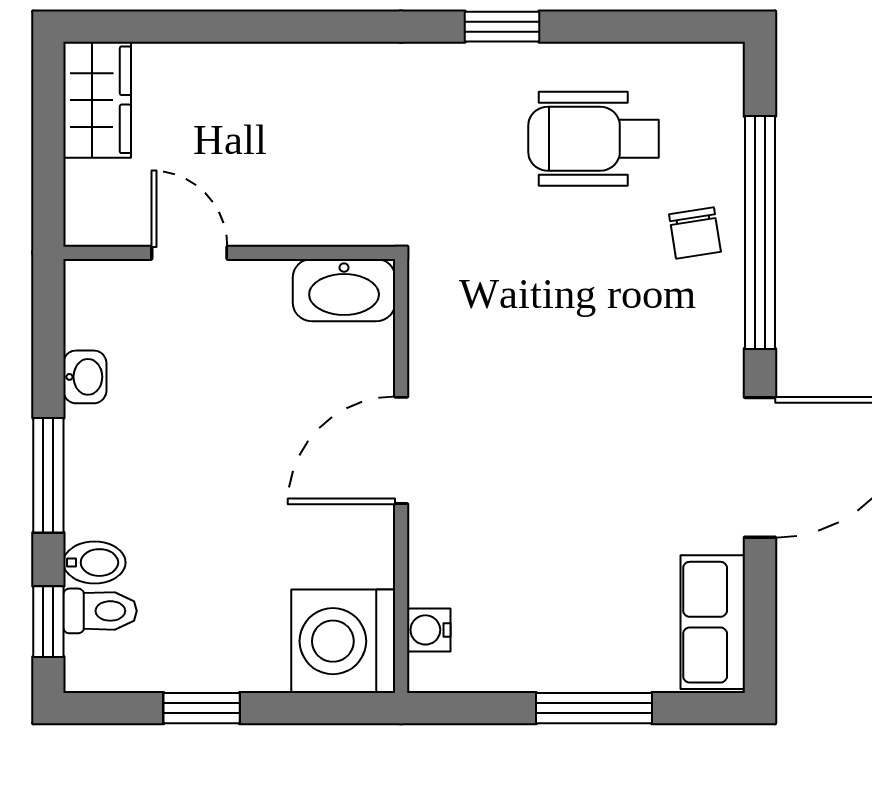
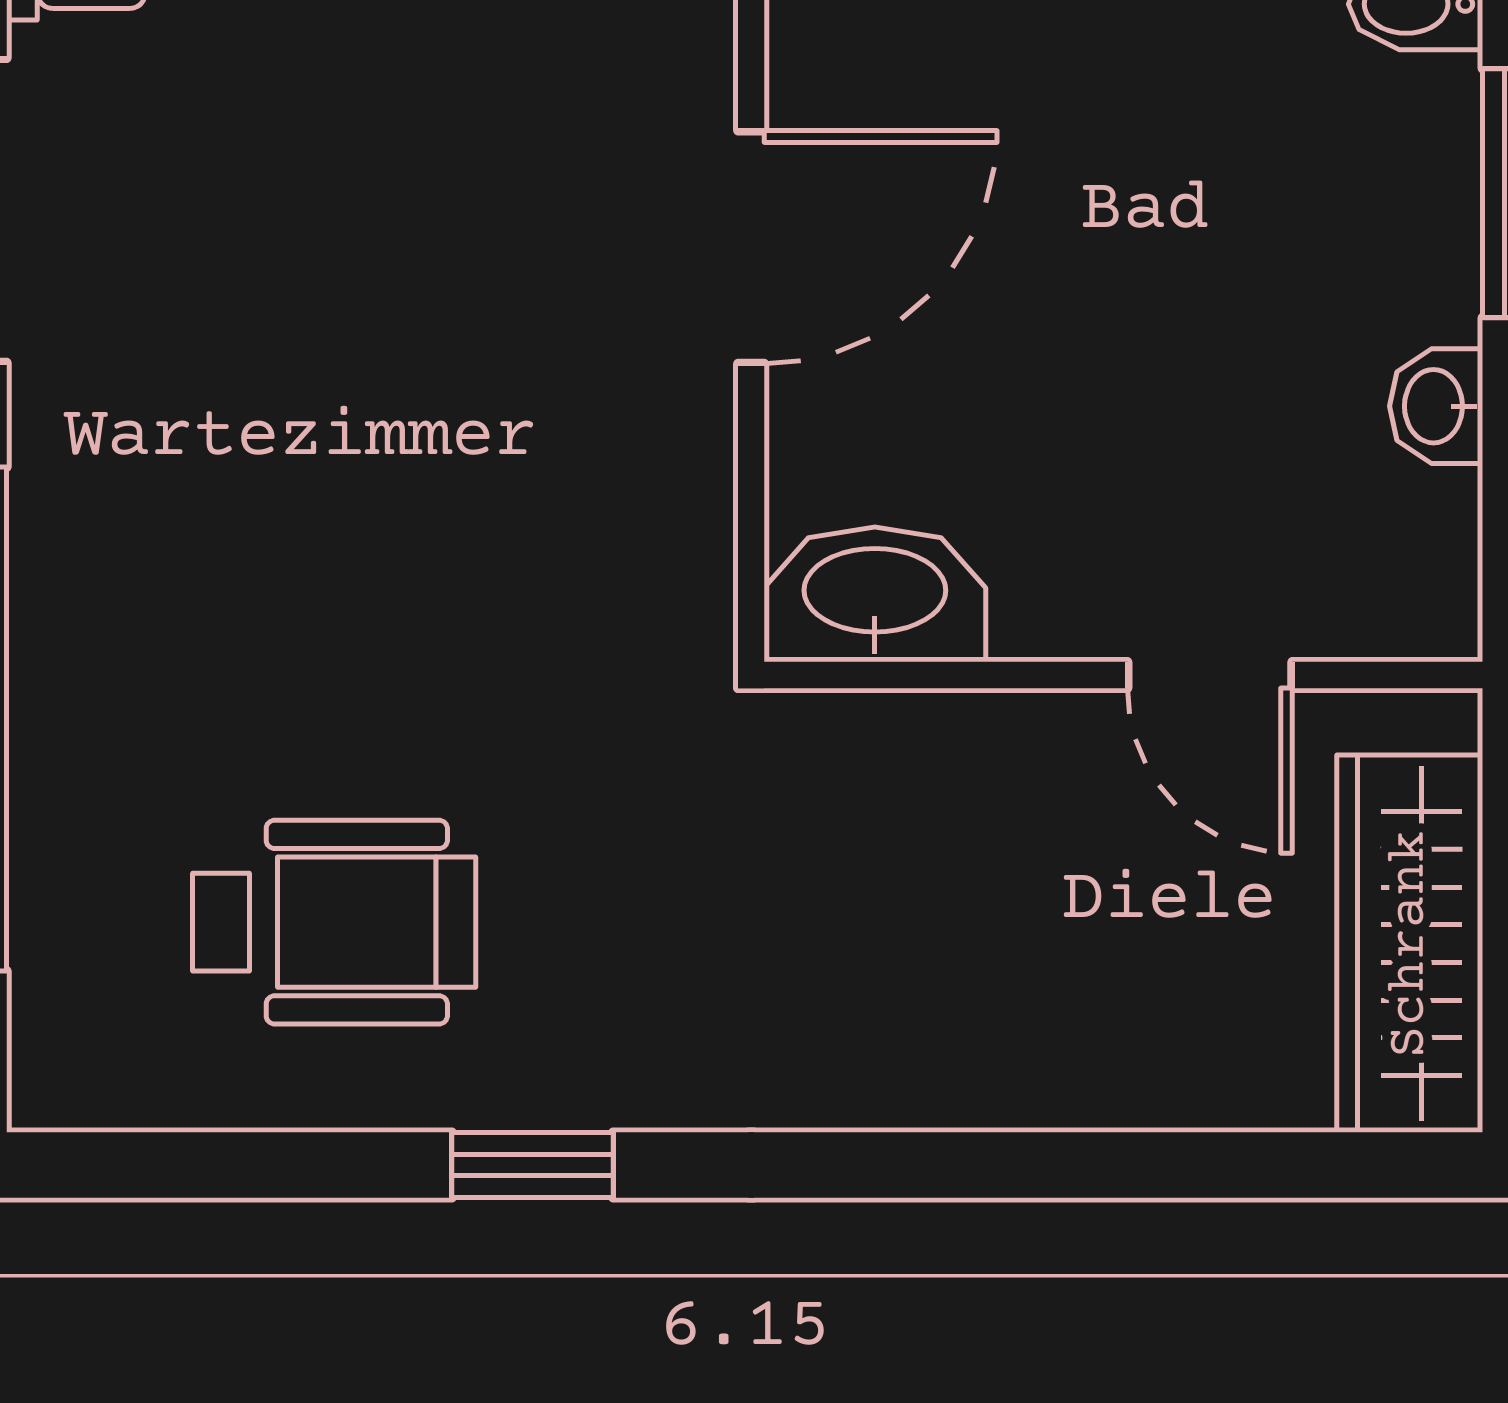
wardrobe: (97, 100) -> (1410, 944), width x1.50
chair: (695, 233) -> (115, 718), removed

